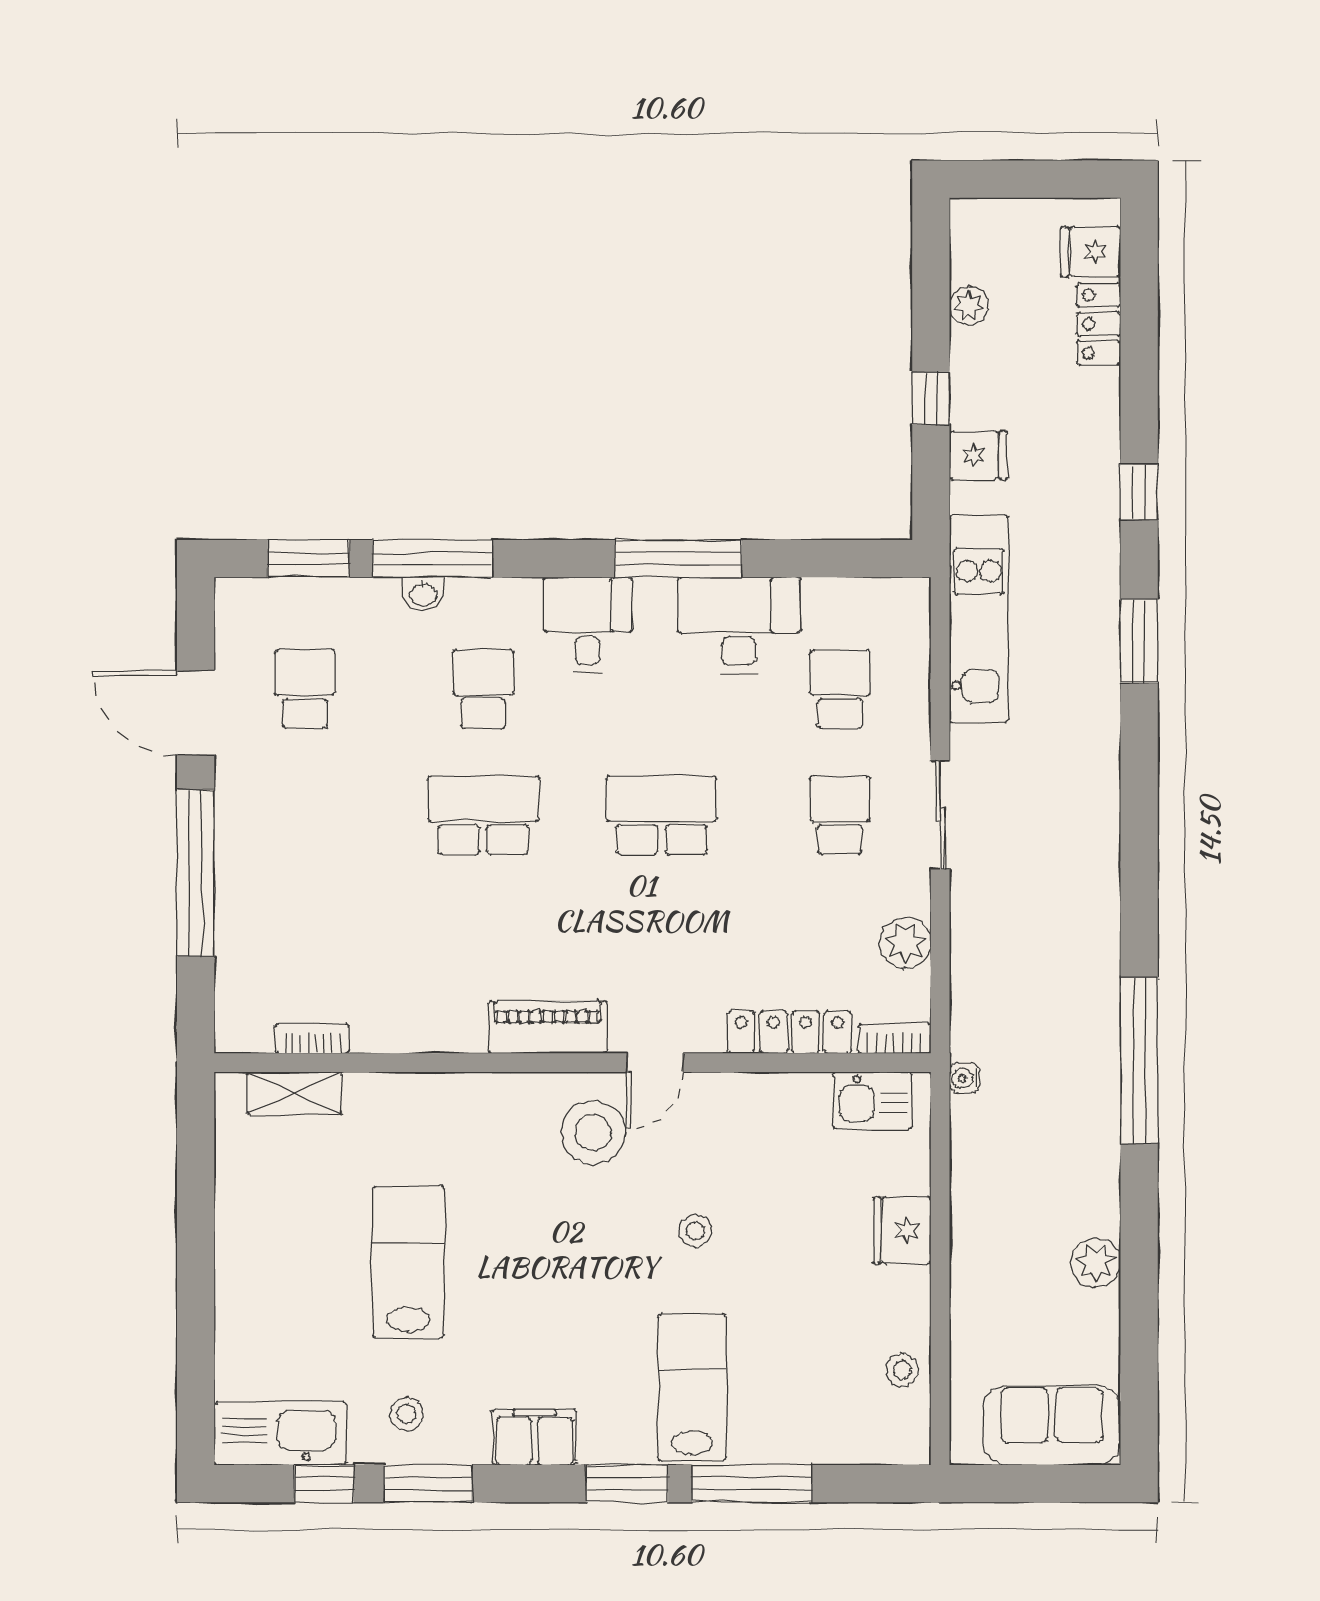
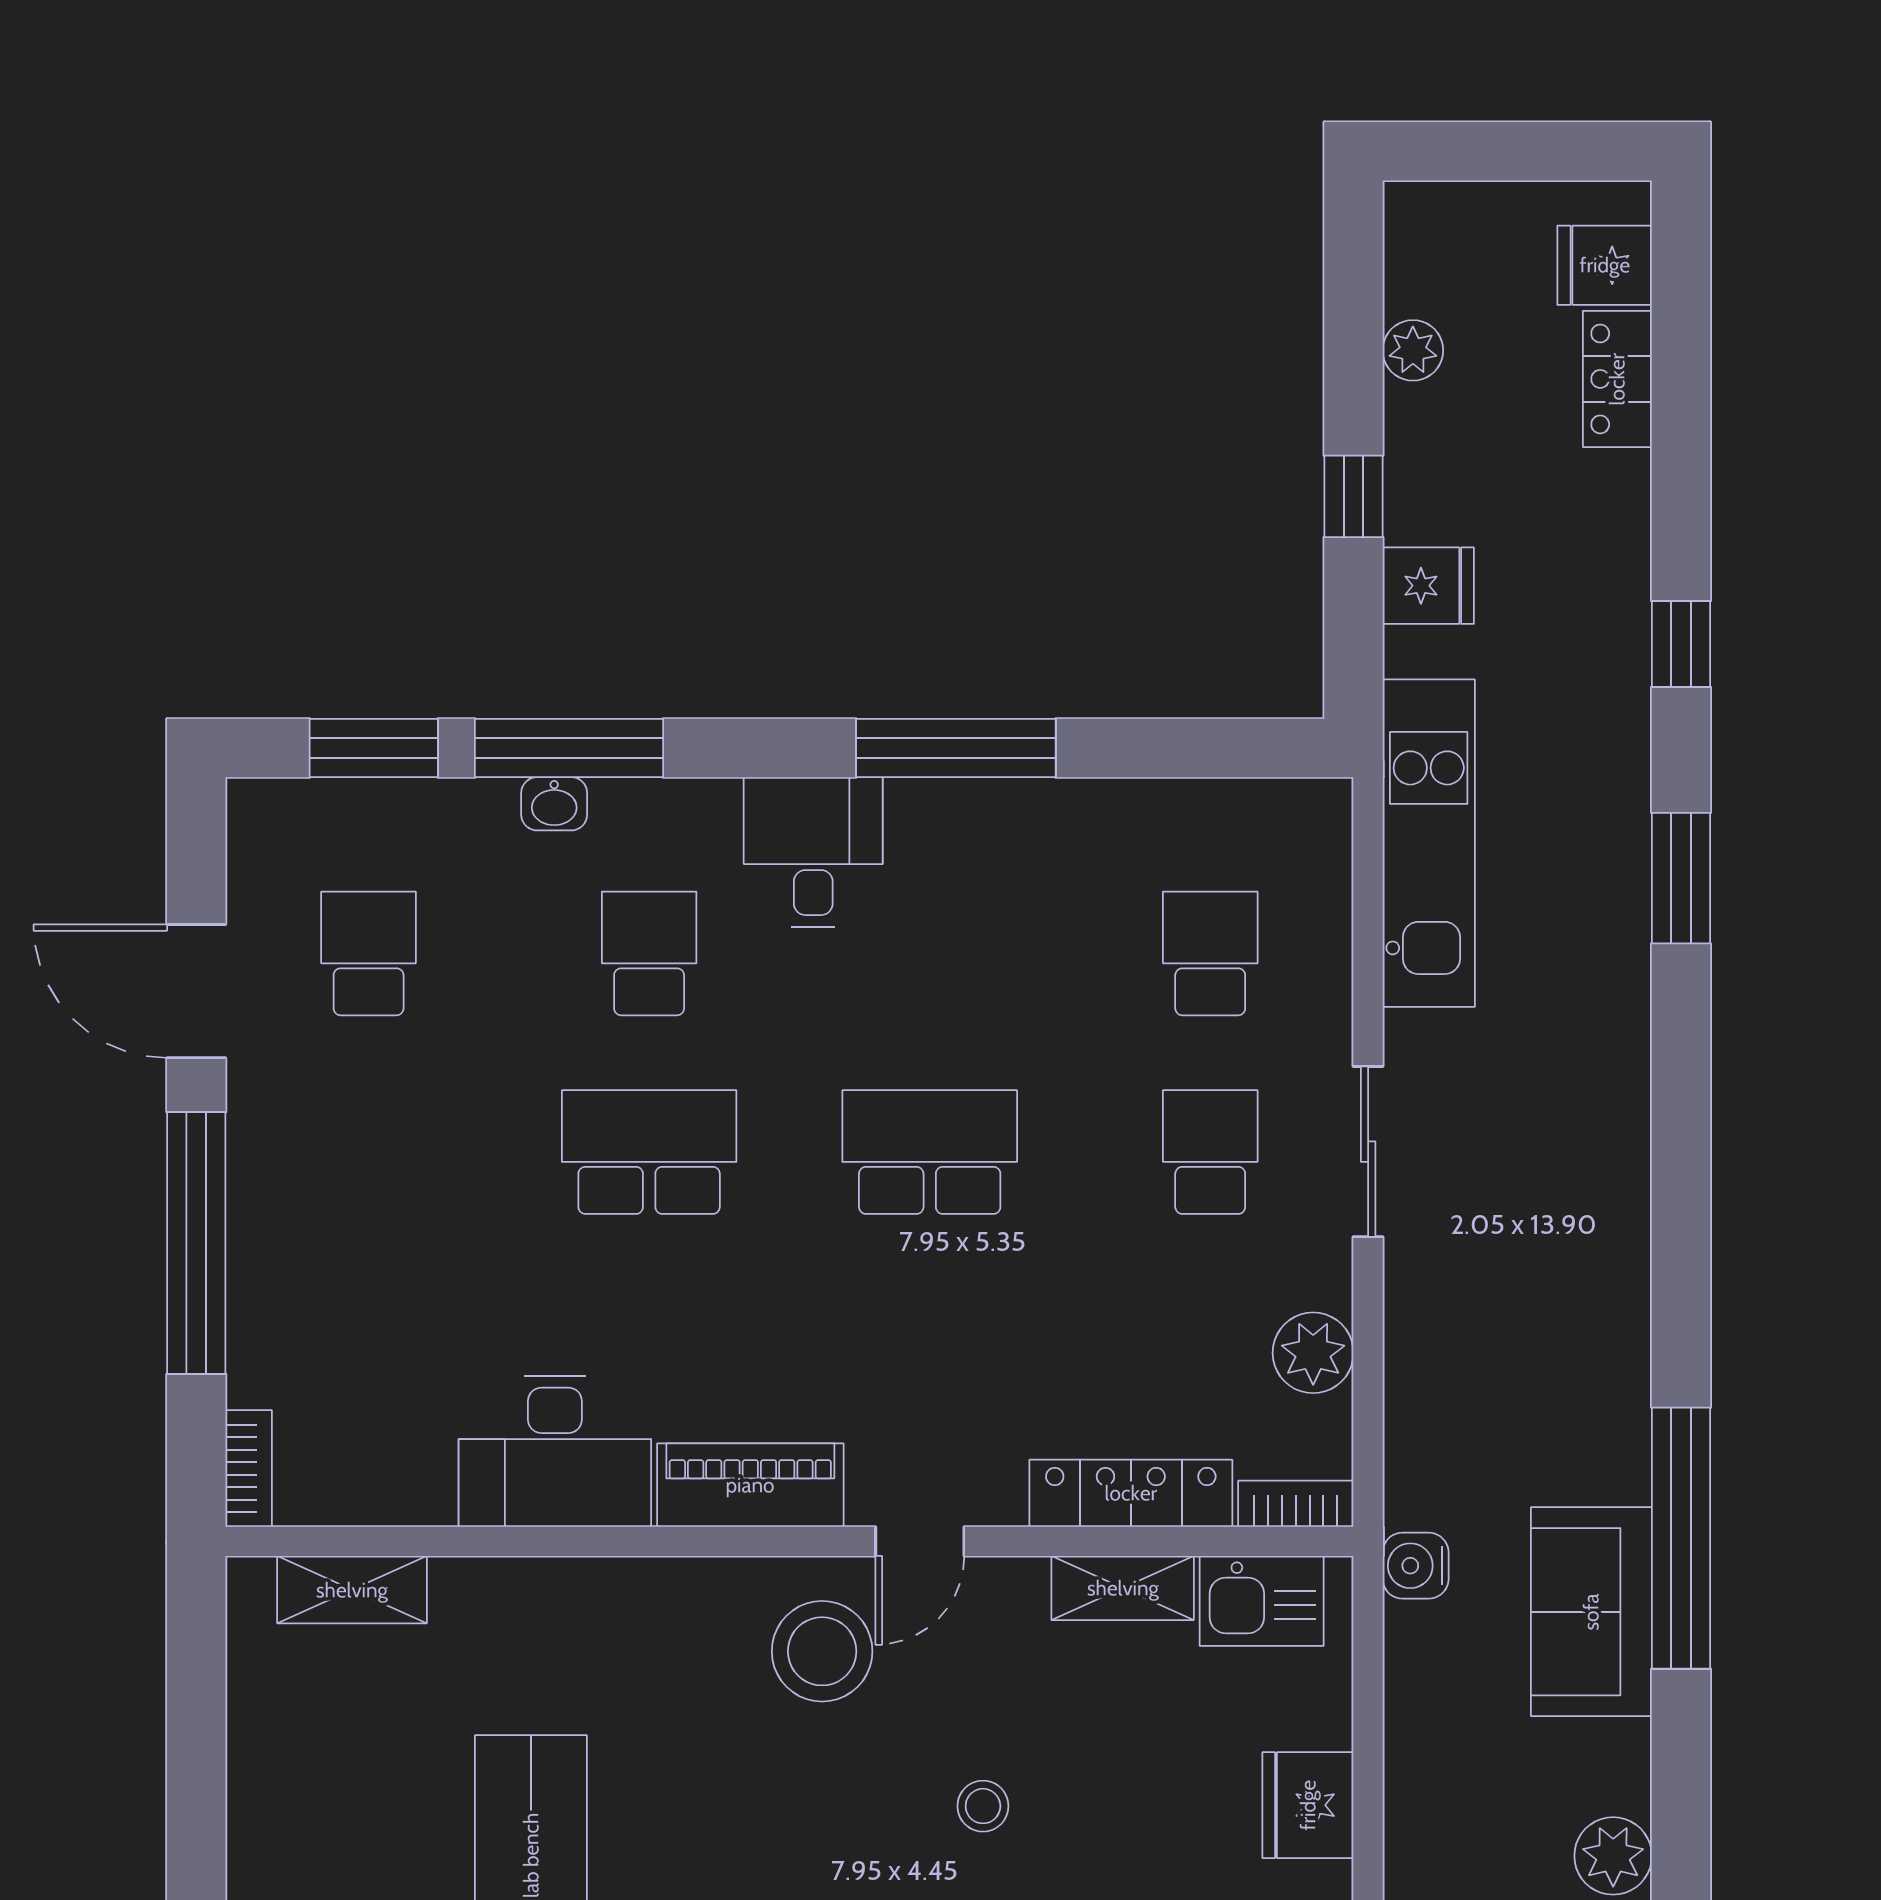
desk: (739, 625) -> (555, 1451), moved, turned 180
bookcase: (312, 1039) -> (249, 1468), moved, turned 90
water cooler: (965, 1078) -> (1416, 1566), width x1.38, depth x1.38
shelving: (784, 1092) -> (1123, 1588), added
sofa: (1082, 1107) -> (1591, 1612), added

